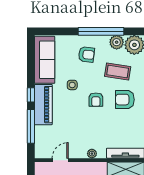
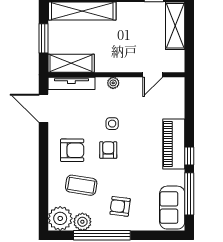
sofa: (45, 60) -> (172, 208), width x0.73
side table: (72, 85) -> (112, 124), moved
window: (31, 126) -> (189, 194), moved

